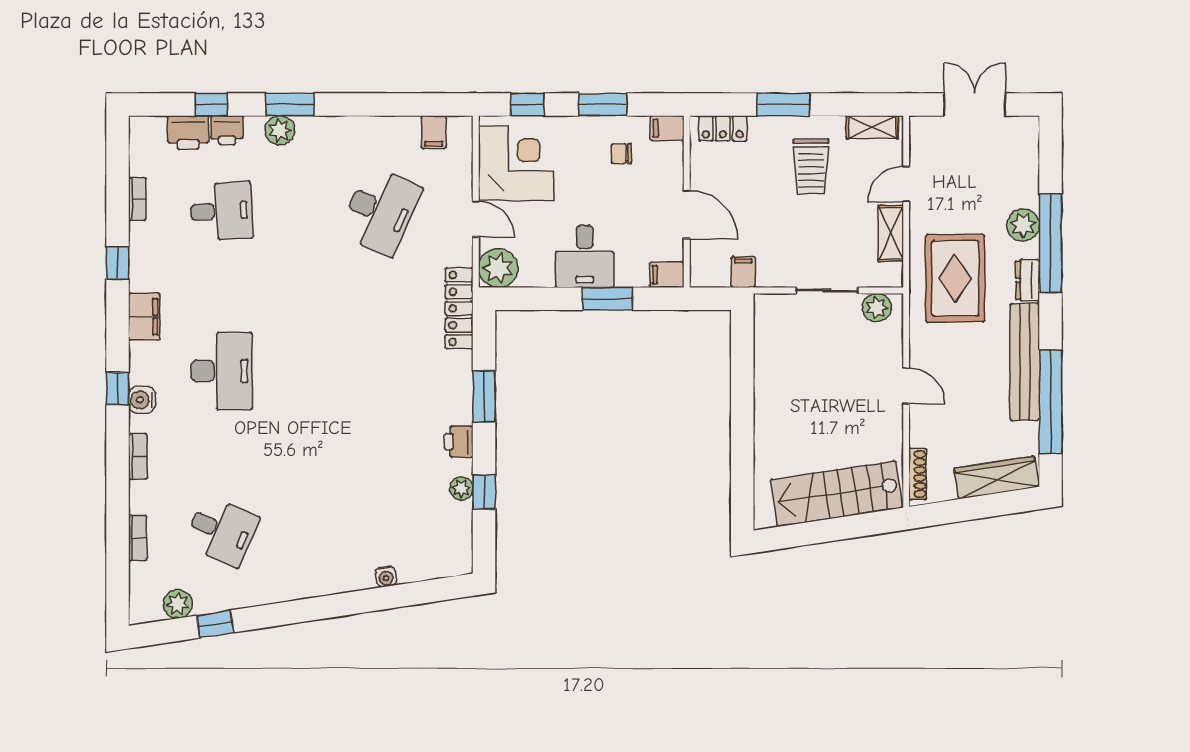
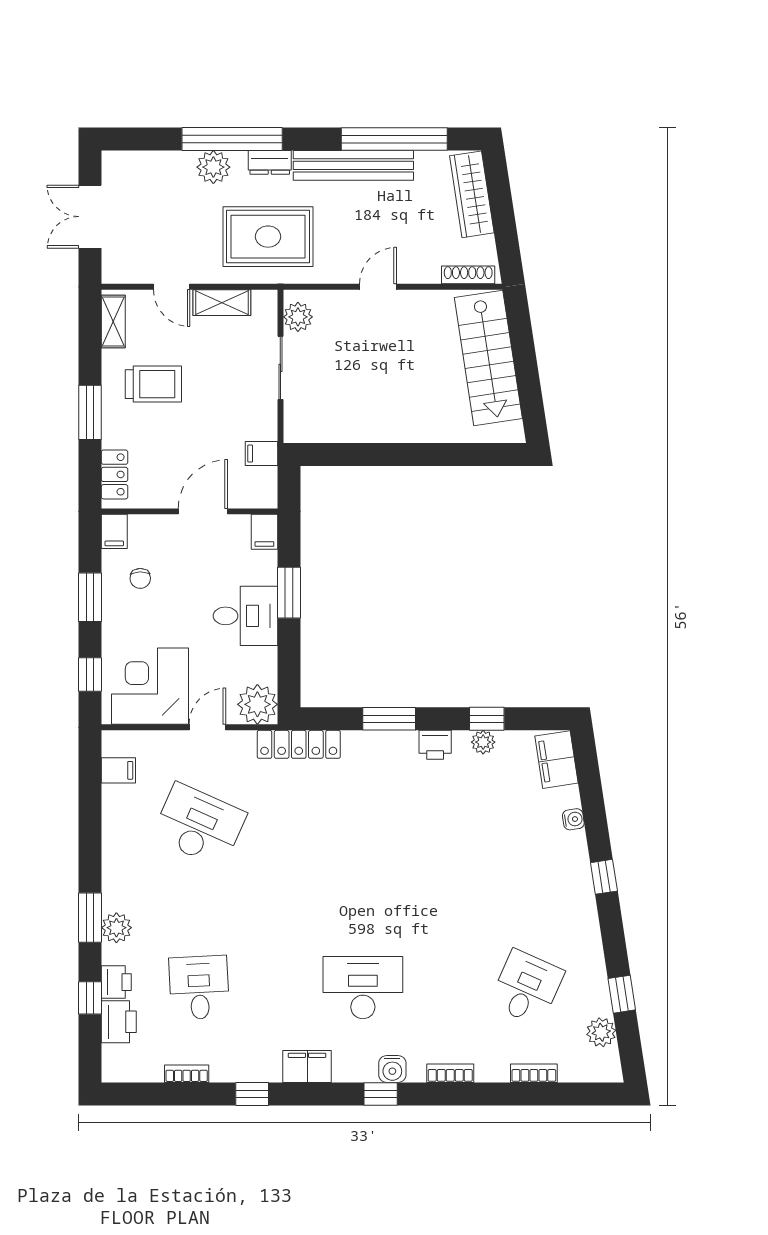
filing cabinet: (444, 560) -> (557, 760), added
window: (330, 607) -> (604, 877), added

